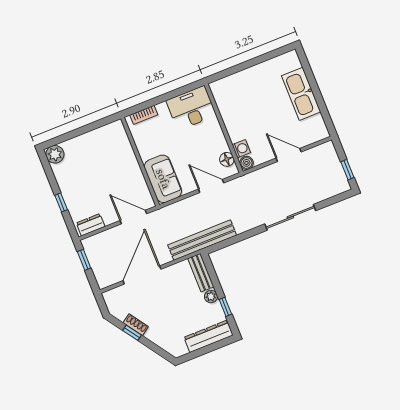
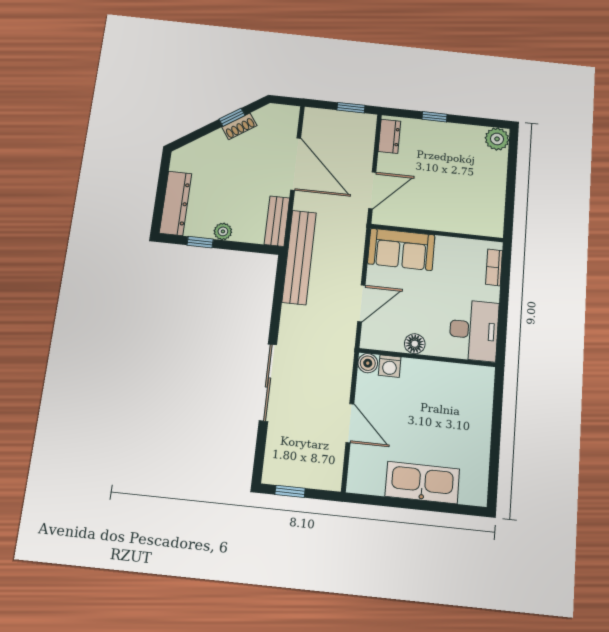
door: (289, 155) -> (350, 423), hinge flipped
floor lamp: (227, 159) -> (415, 344), moved
bench: (201, 273) -> (277, 221), moved, turned 90

